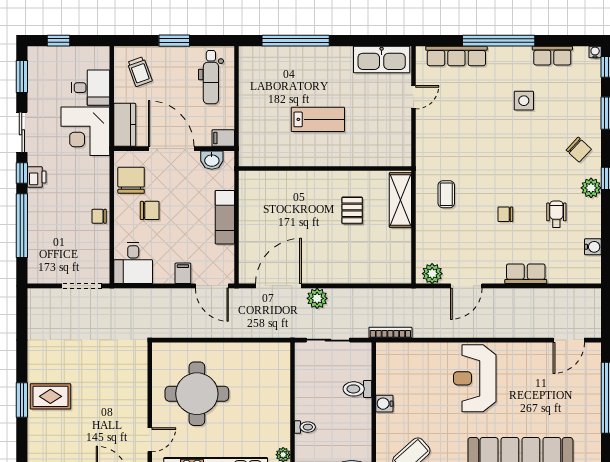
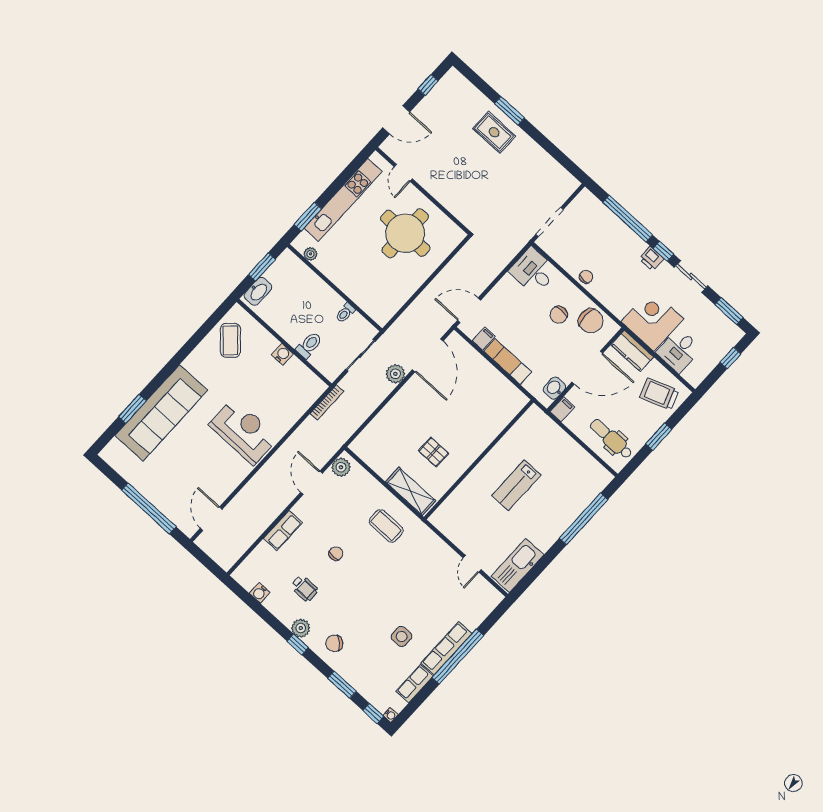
row of seats: (456, 56) -> (446, 648), moved
trolley: (140, 72) -> (659, 394), width x1.36, depth x1.39
coffee table: (446, 194) -> (386, 526), width x1.36, depth x1.30
filing cabinet: (183, 273) -> (484, 338), moved, turned -90
rug: (50, 396) -> (494, 132), turned 90
toilet: (305, 427) -> (345, 313), moved

